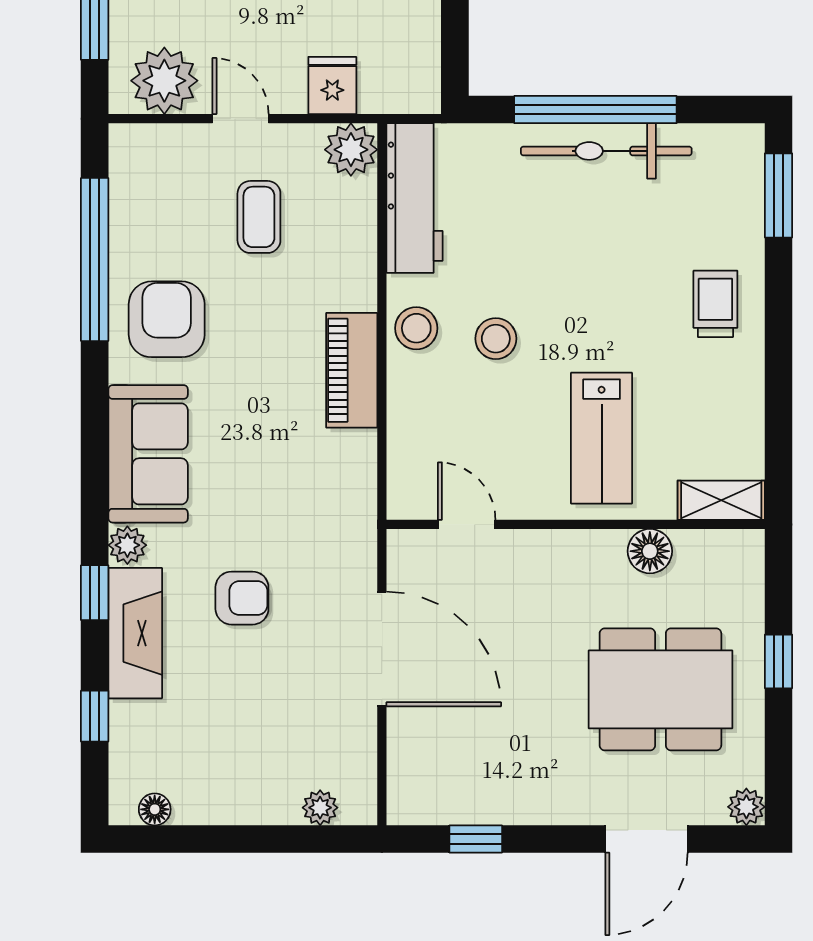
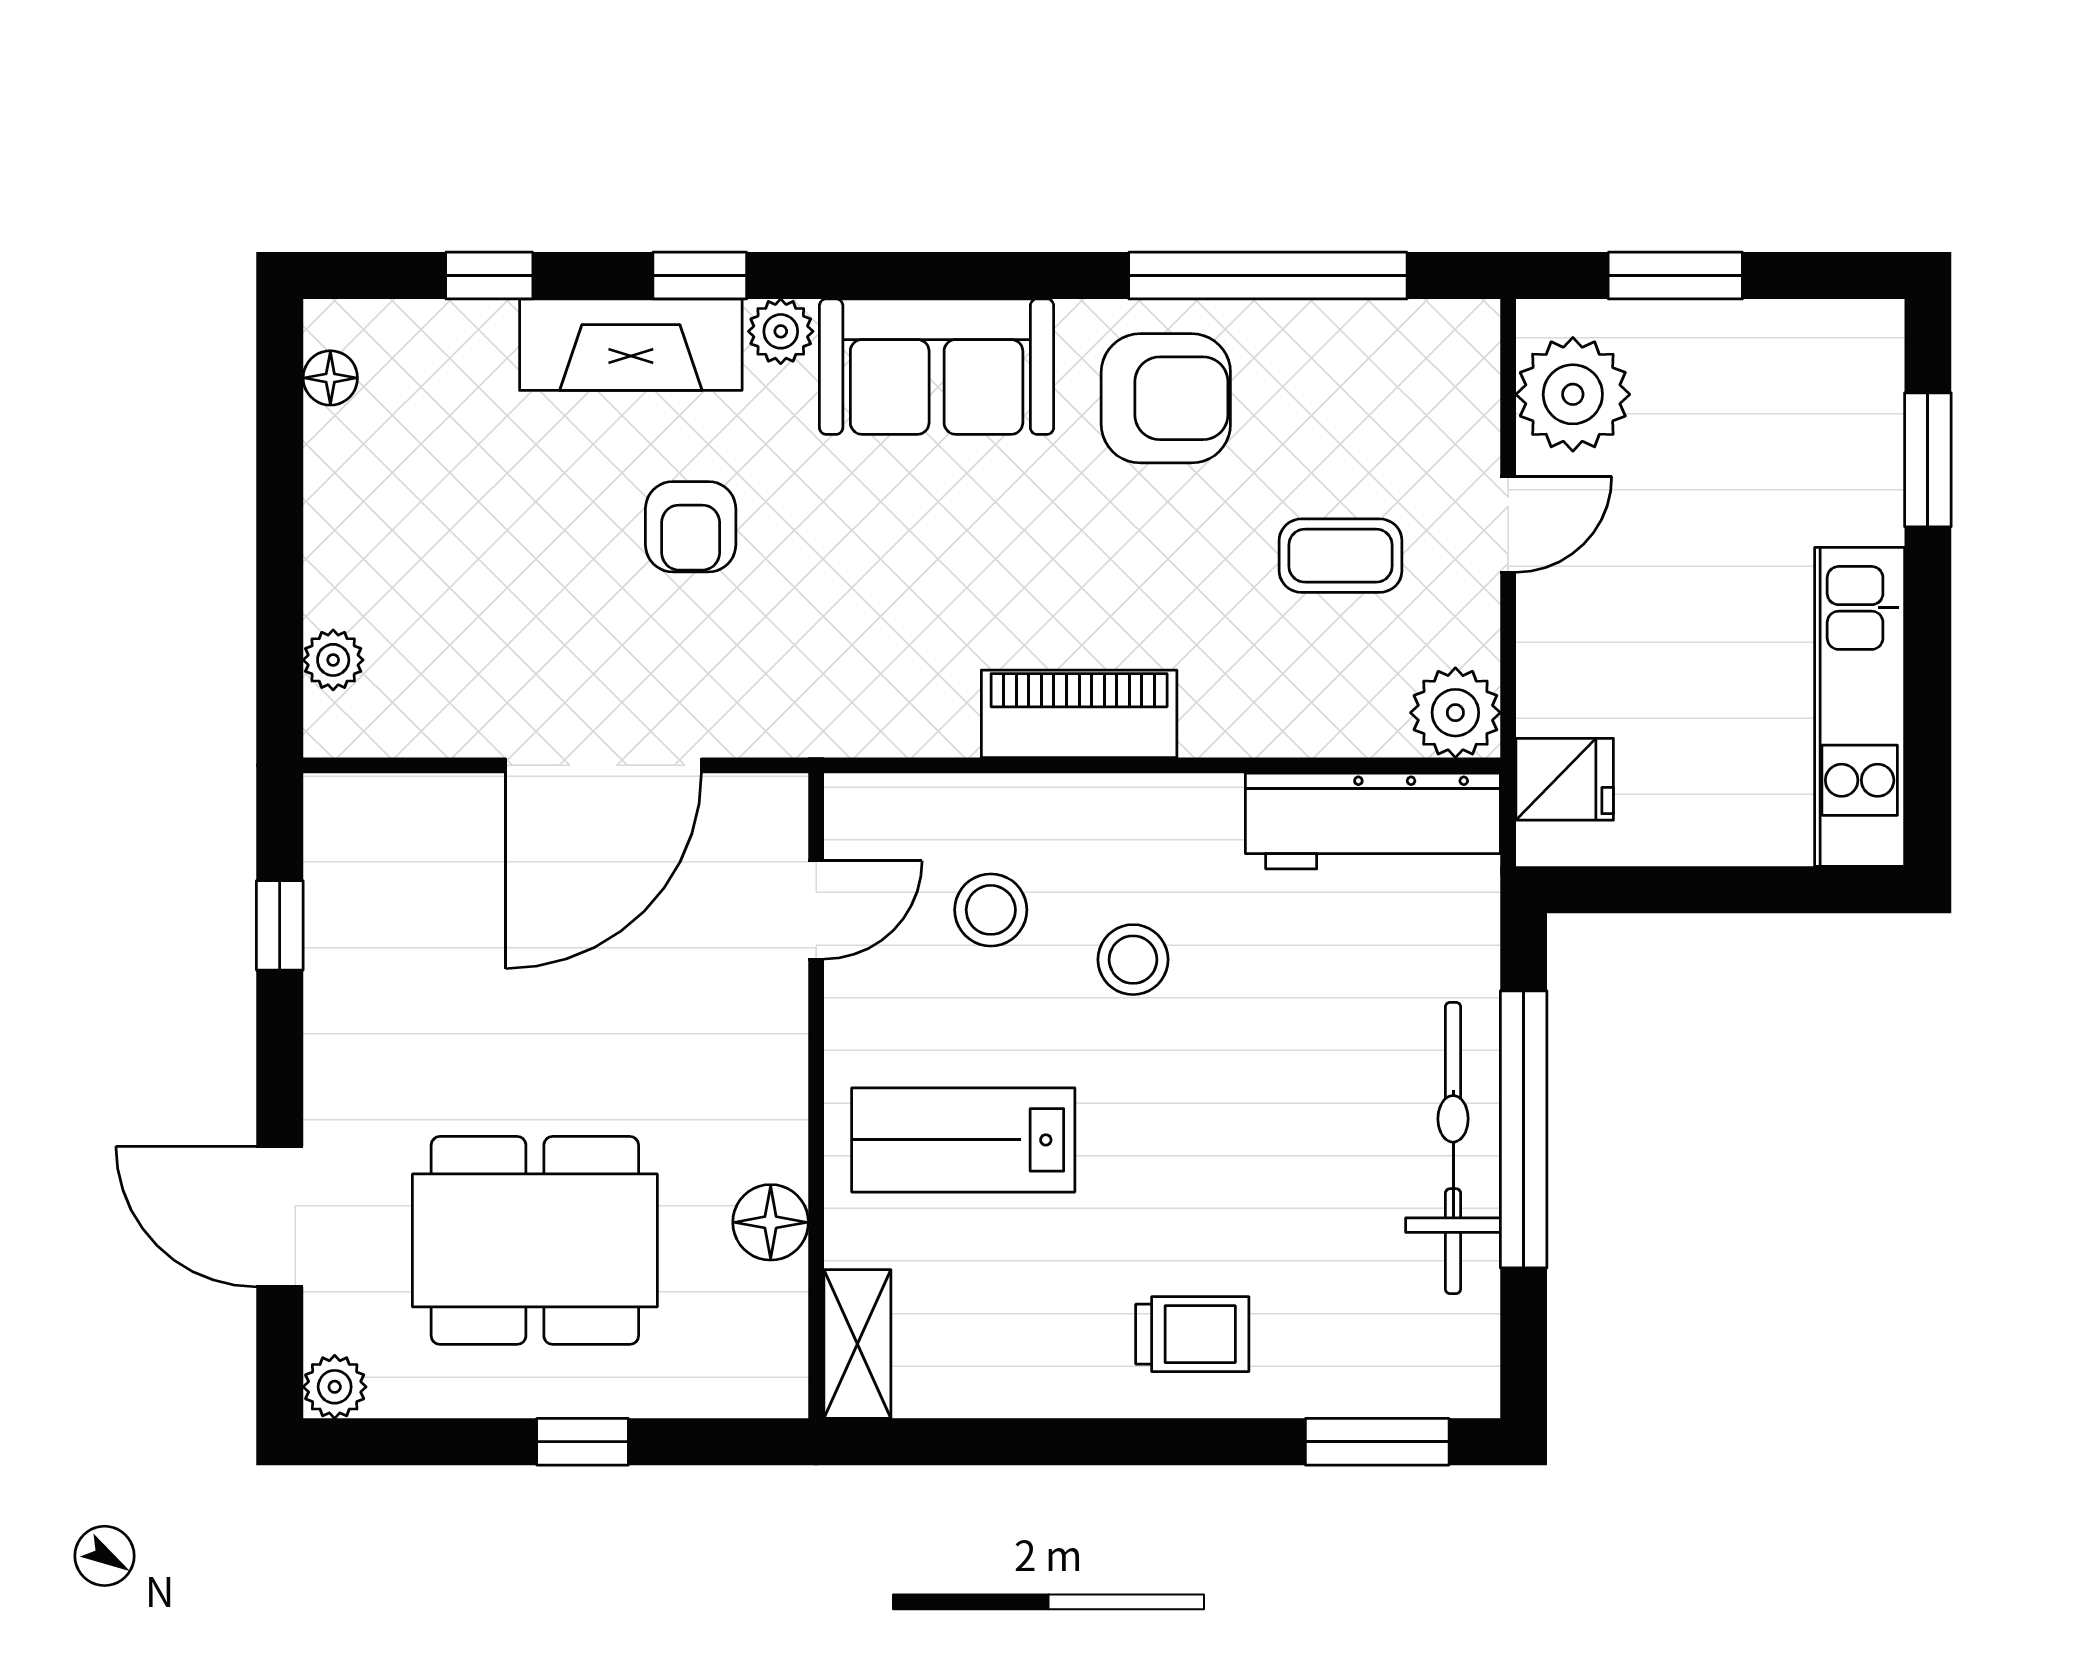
fridge: (332, 85) -> (1565, 779), moved
stool: (416, 328) -> (991, 910), moved
dining table: (660, 689) -> (535, 1240), turned 90

